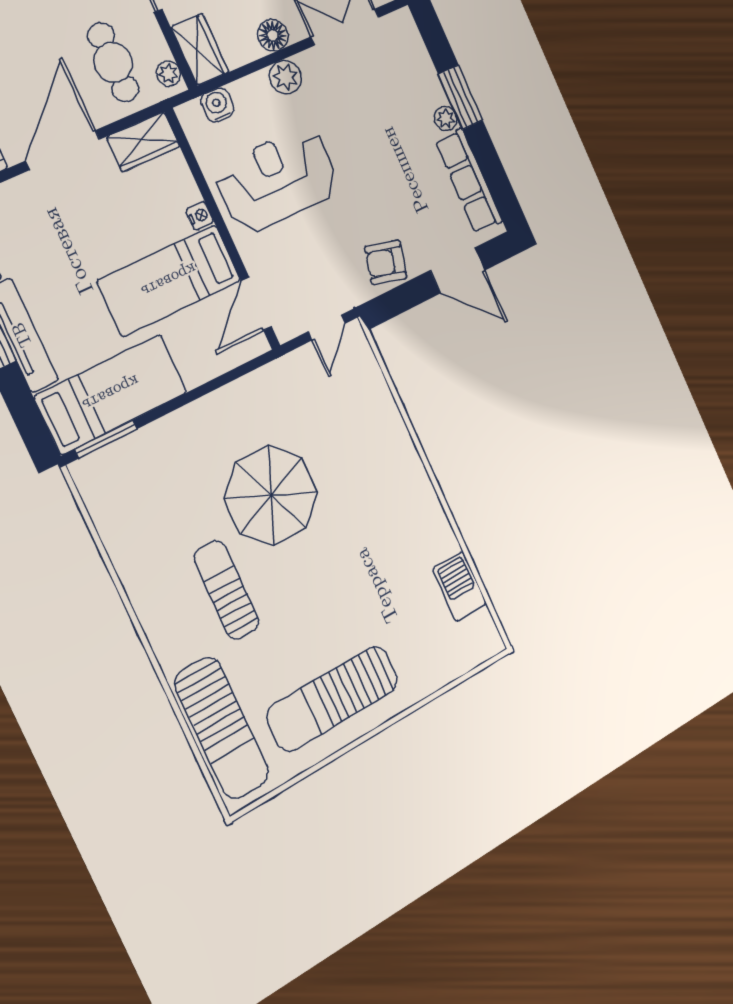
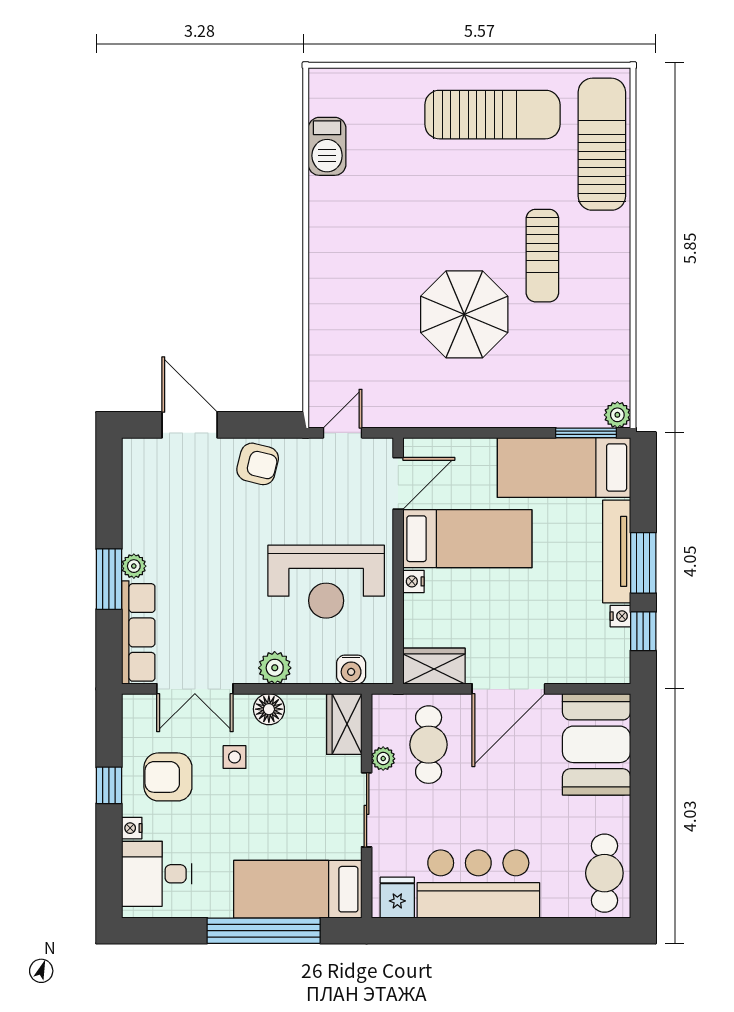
plant: (168, 74) -> (383, 759), moved
row of seats: (469, 181) -> (138, 632), moved
plant: (84, 472) -> (617, 415), added

